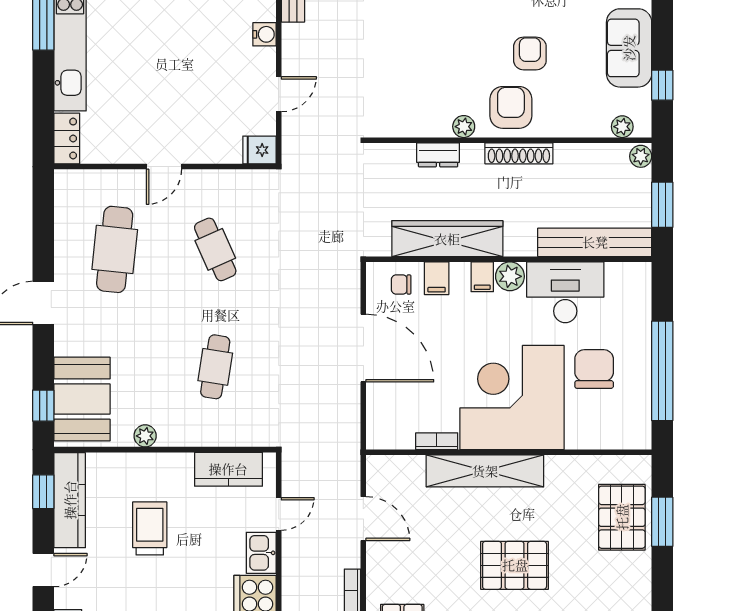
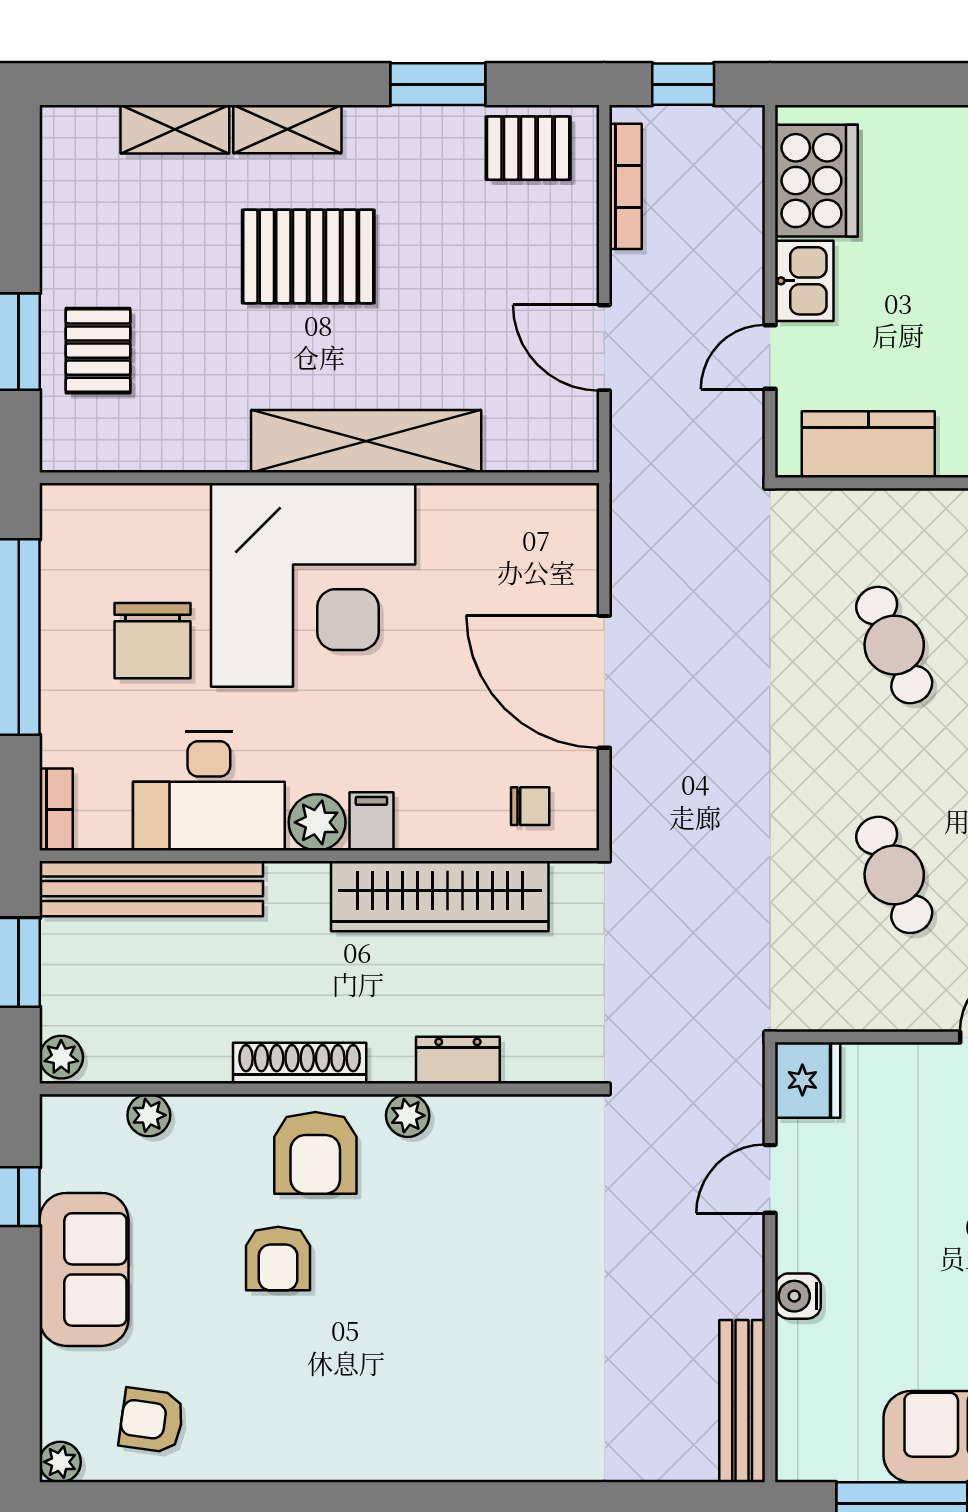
plant: (622, 127) -> (149, 1115), moved
fridge: (259, 150) -> (808, 1080), width x1.38
filing cabinet: (437, 278) -> (461, 819), removed
cafe table: (215, 367) -> (894, 645), turned -33
bookcase: (437, 441) -> (56, 809), moved, turned -90
pallet: (622, 517) -> (98, 351), width x0.67, depth x0.71

